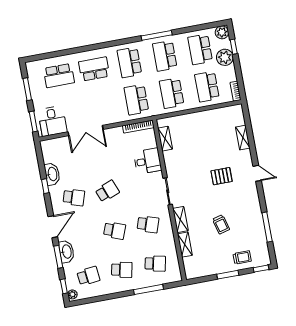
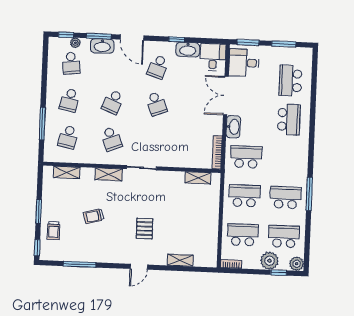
school desk: (129, 62) -> (287, 159), removed
washbasin: (112, 117) -> (233, 127), added
desk: (148, 161) -> (213, 57), moved, turned 180
school desk: (148, 224) -> (111, 139), turned -39
shelving: (185, 245) -> (67, 172), moved
plant: (72, 294) -> (75, 43), moved

